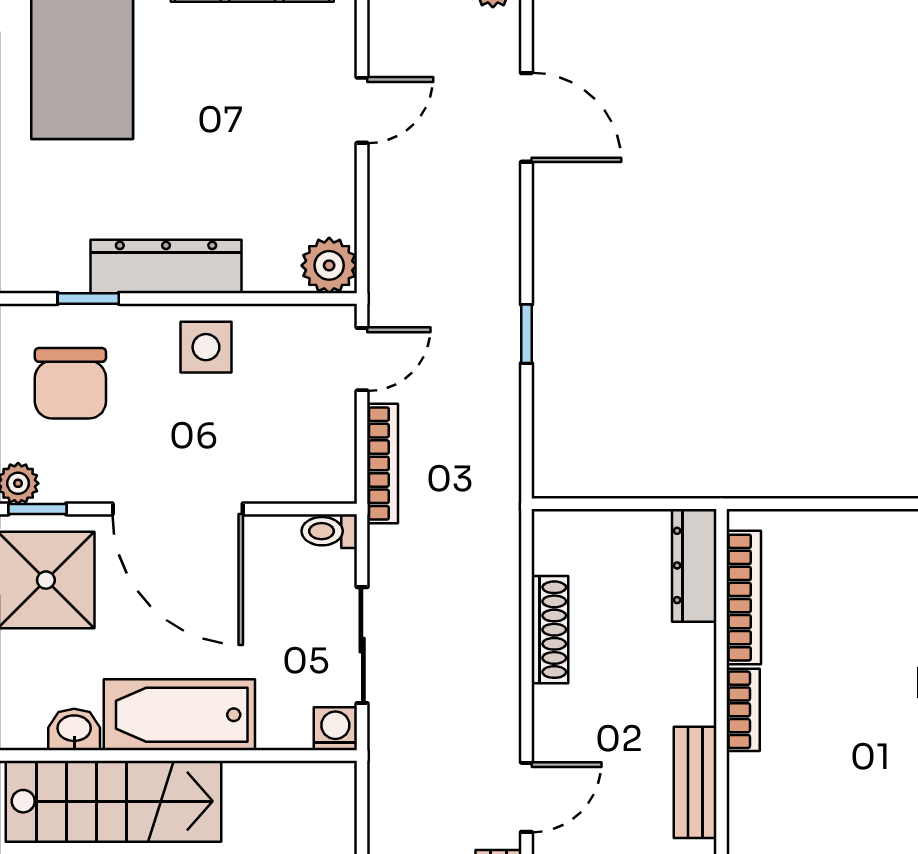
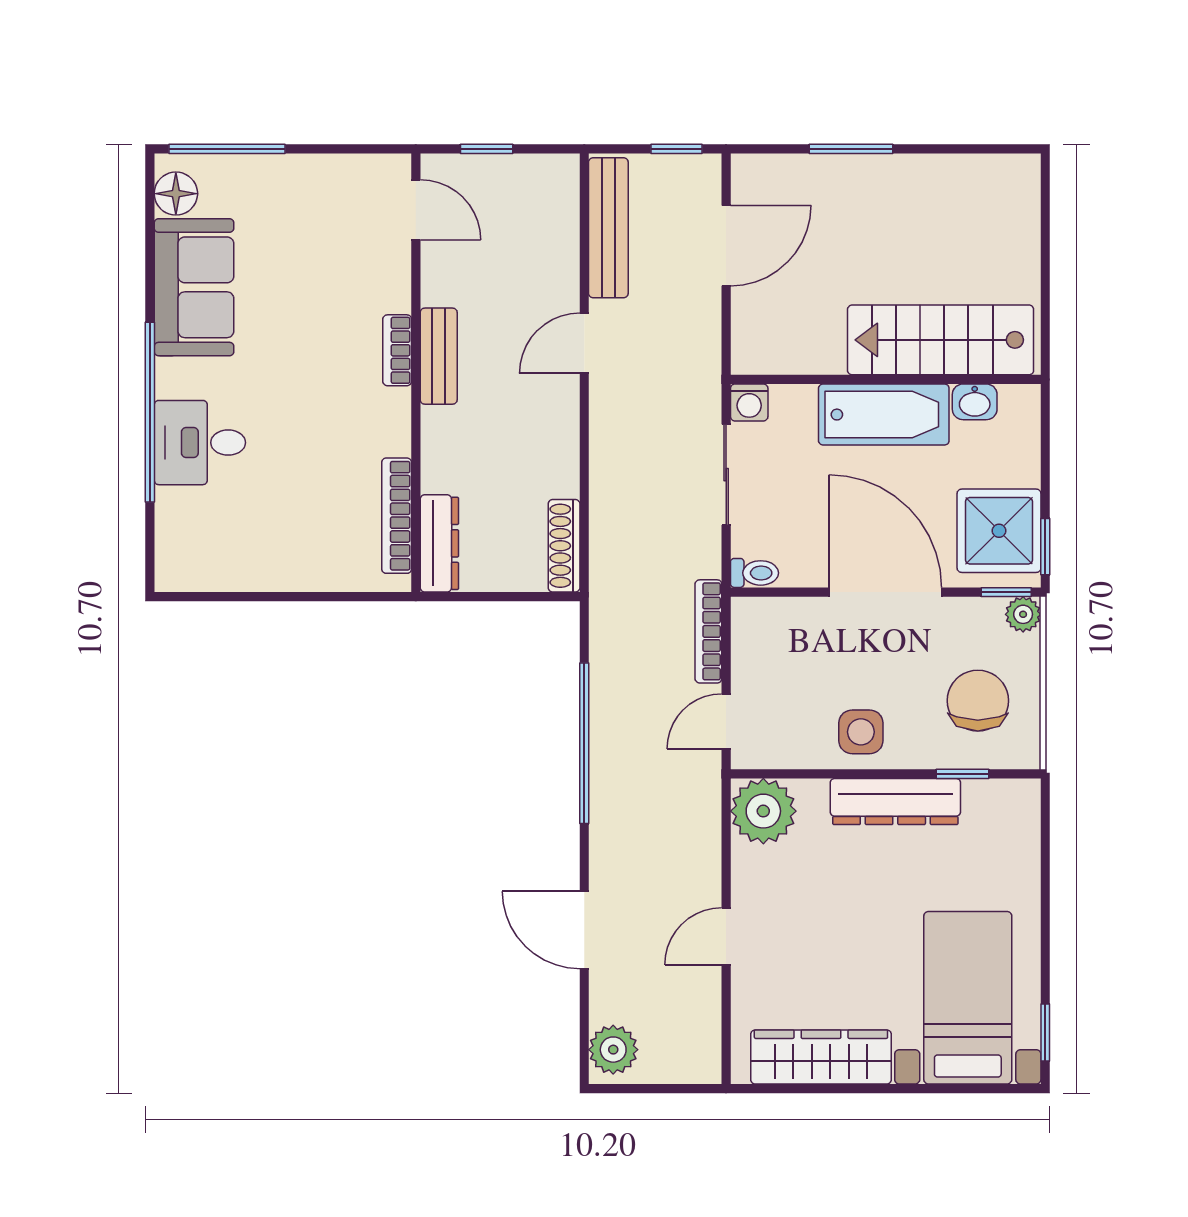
plant: (329, 265) -> (763, 811), width x1.36, depth x1.36
window: (526, 334) -> (584, 743), width x3.17
shoe rack: (550, 630) -> (564, 546), moved
bookcase: (743, 710) -> (397, 350), moved

